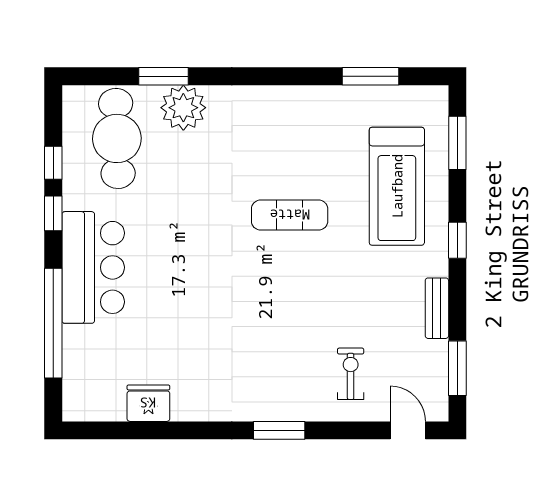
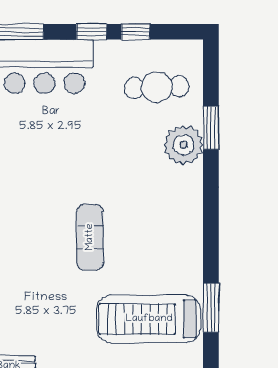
cafe table: (117, 138) -> (157, 87), width x0.73, depth x0.74
treadmill: (397, 186) -> (149, 319), moved

